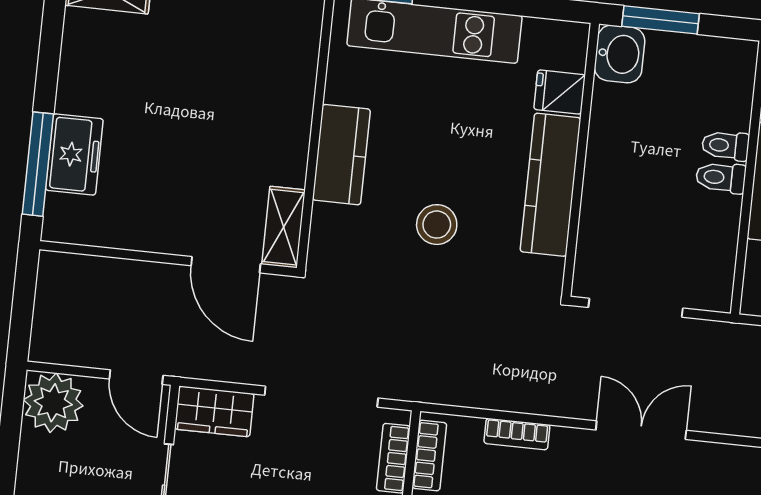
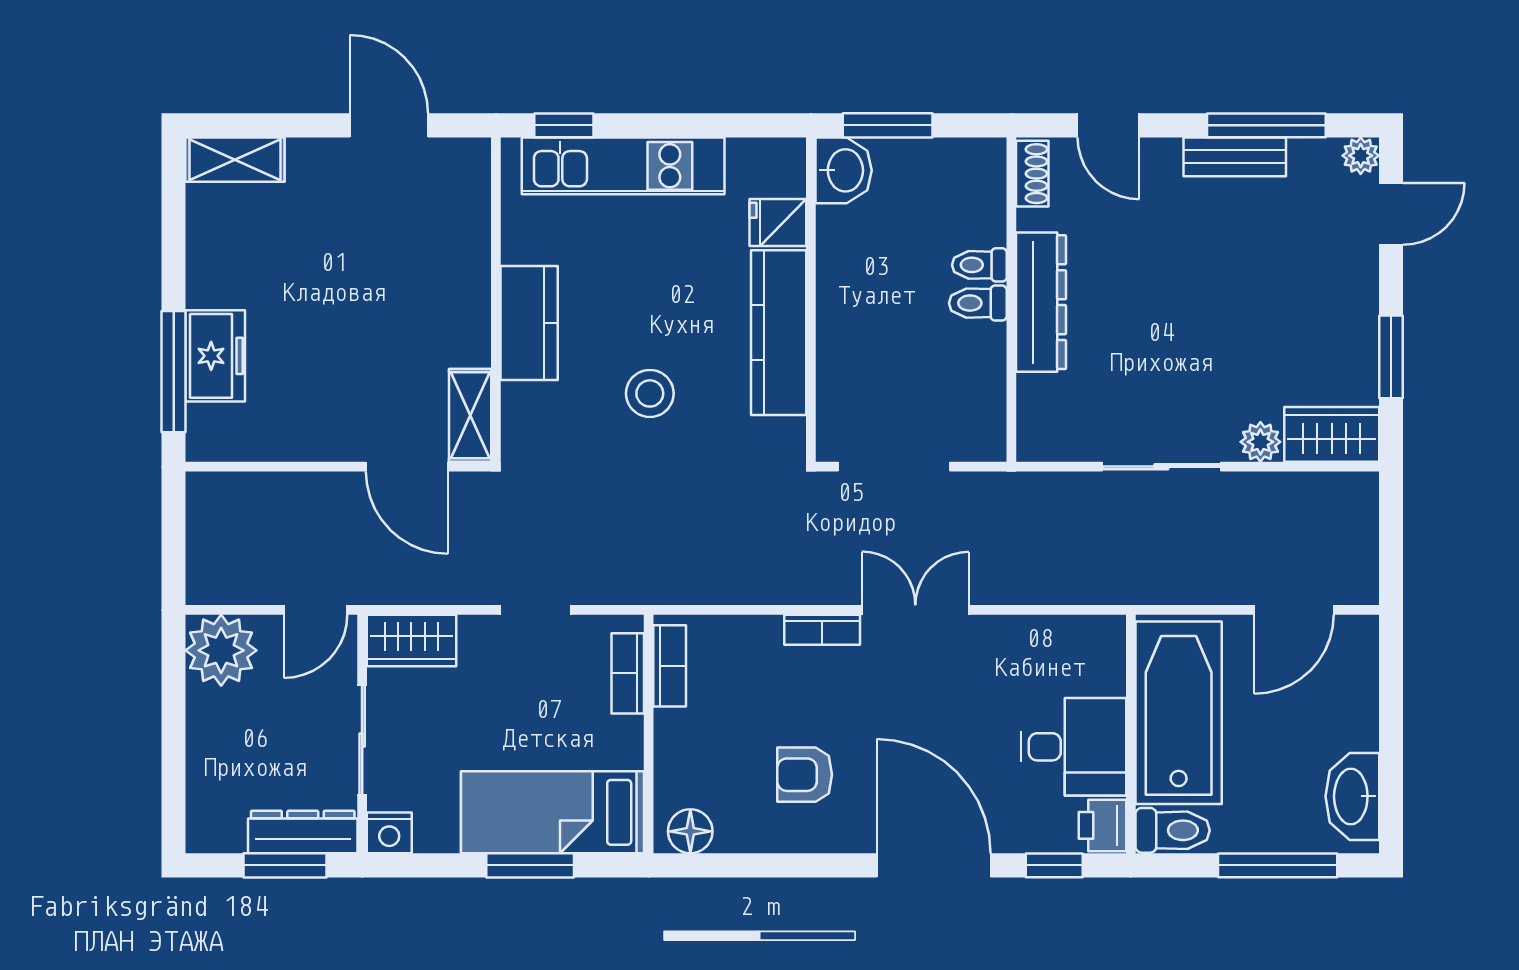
door: (136, 377) -> (316, 610), hinge flipped
doorway: (321, 397) -> (535, 610), width x0.53
bookcase: (517, 434) -> (822, 630), moved

